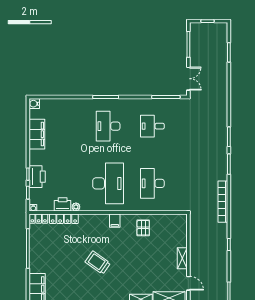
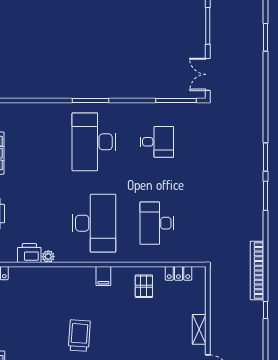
double door: (188, 79) -> (208, 74), swing flipped
desk: (108, 126) -> (94, 142), width x1.36, depth x1.30
desk: (152, 126) -> (157, 142), turned 180
bookcase: (223, 202) -> (257, 270), moved
locker: (64, 219) -> (178, 273), moved, width x0.66
trolley: (98, 263) -> (79, 336), turned 59

